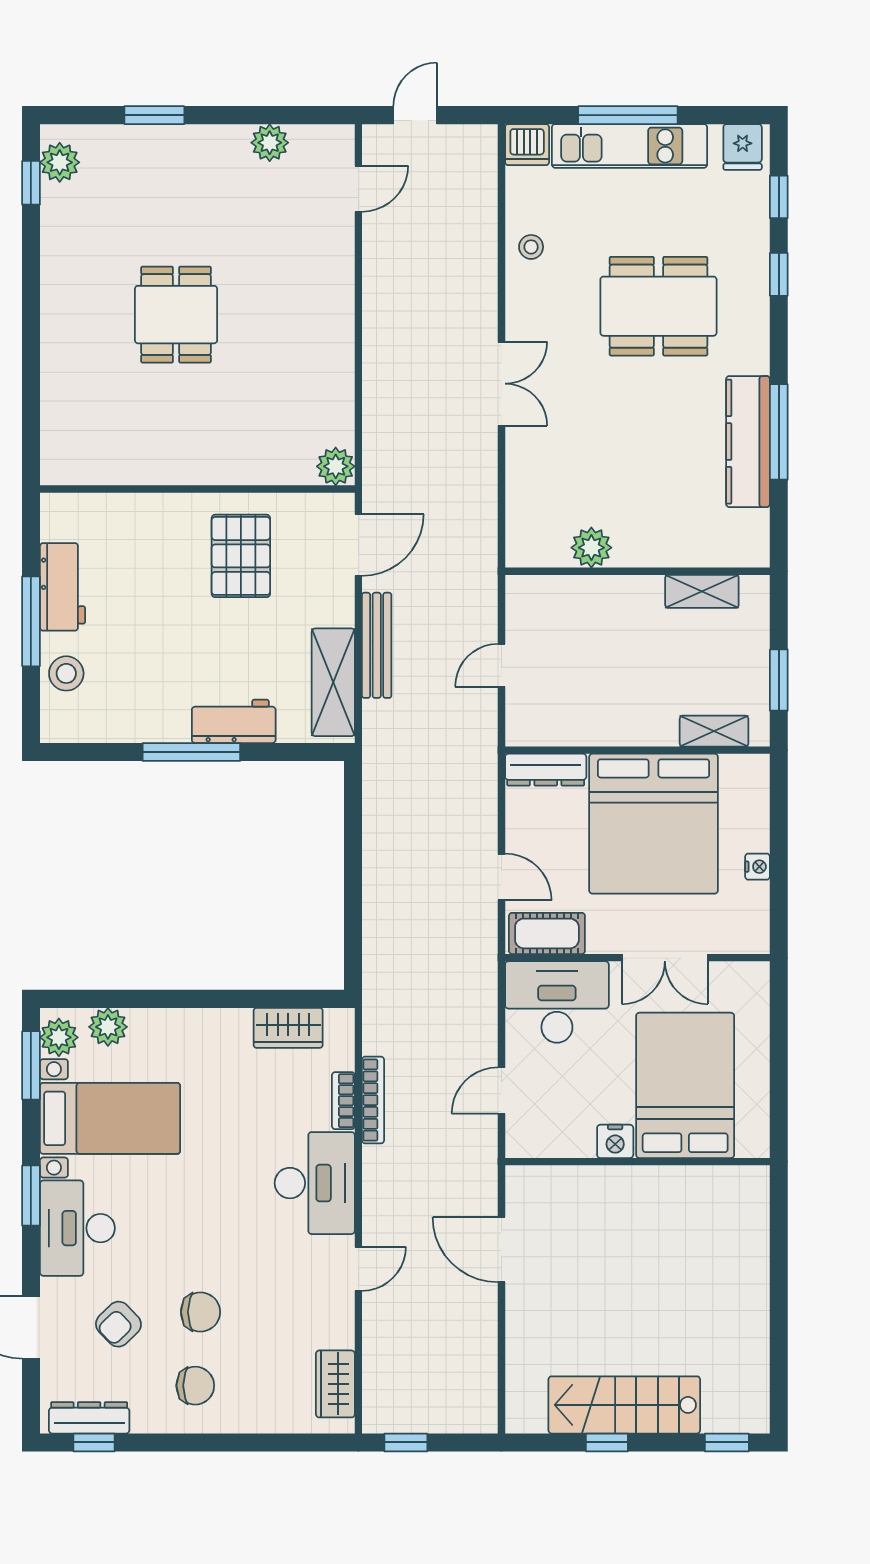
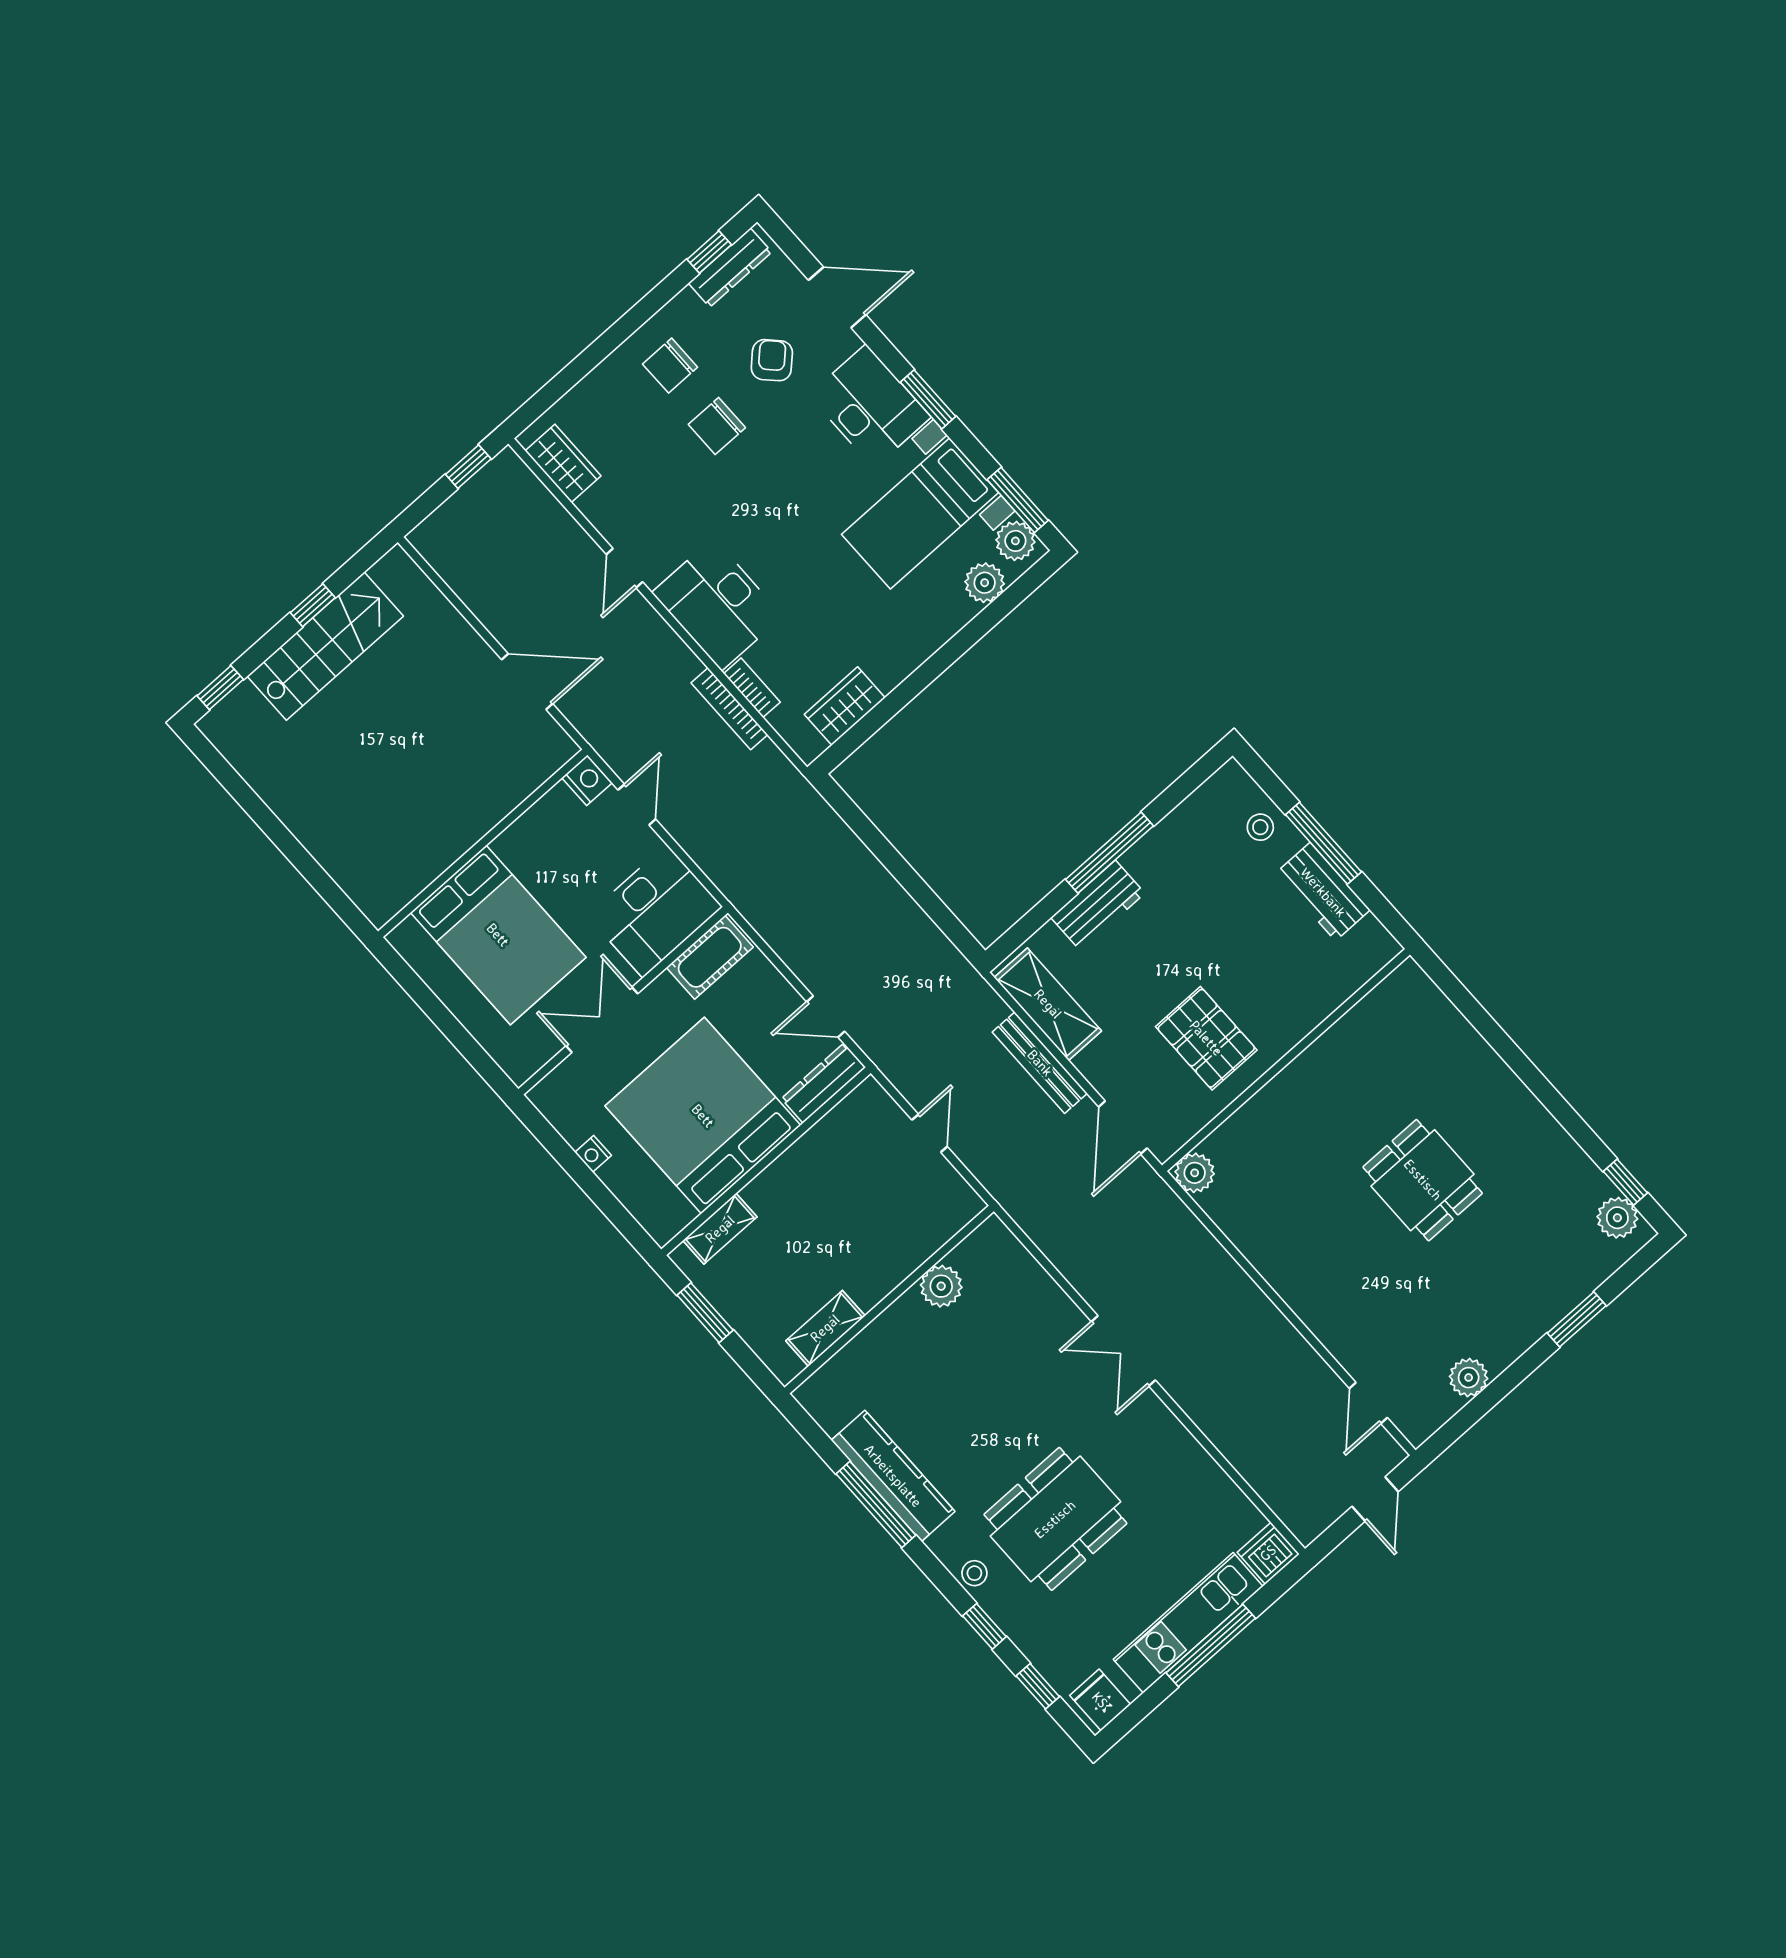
stool: (531, 247) -> (974, 1573), moved
stool: (66, 673) -> (1260, 827), width x0.73, depth x0.73
door: (501, 877) -> (826, 1017), moved
nightstand: (615, 1141) -> (587, 780), moved, turned 90

